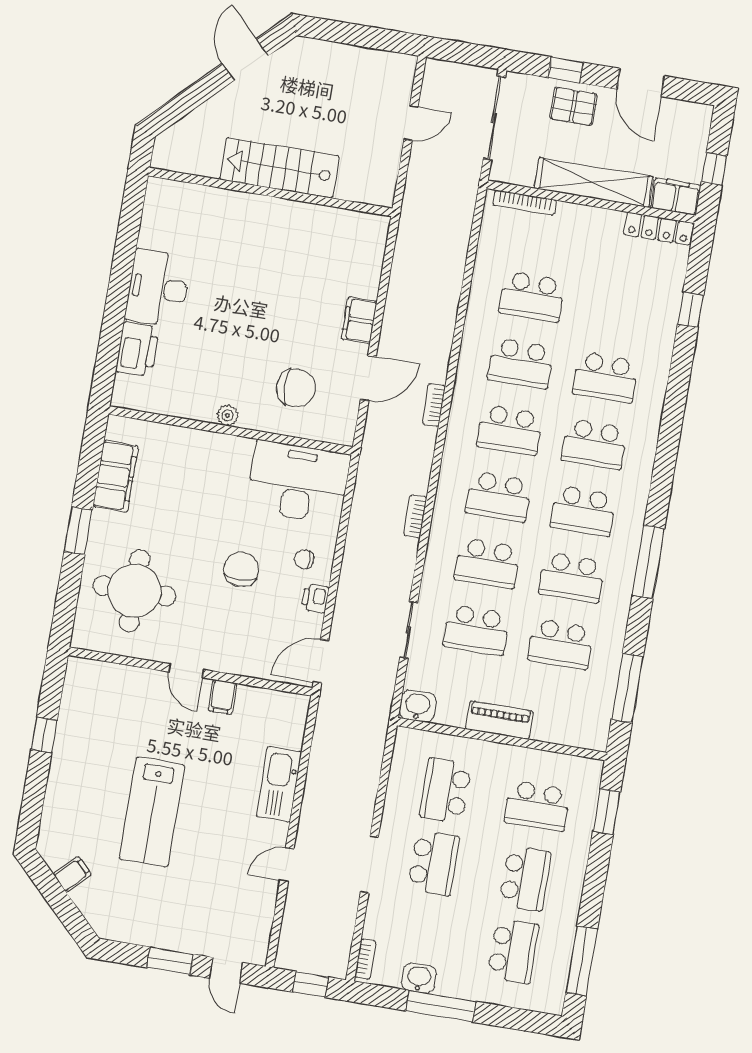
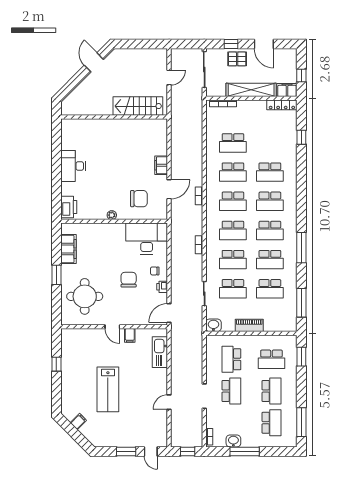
stairs: (279, 168) -> (138, 106), moved
printer: (137, 349) -> (69, 207), moved
kitchen sink: (279, 784) -> (160, 352), moved

